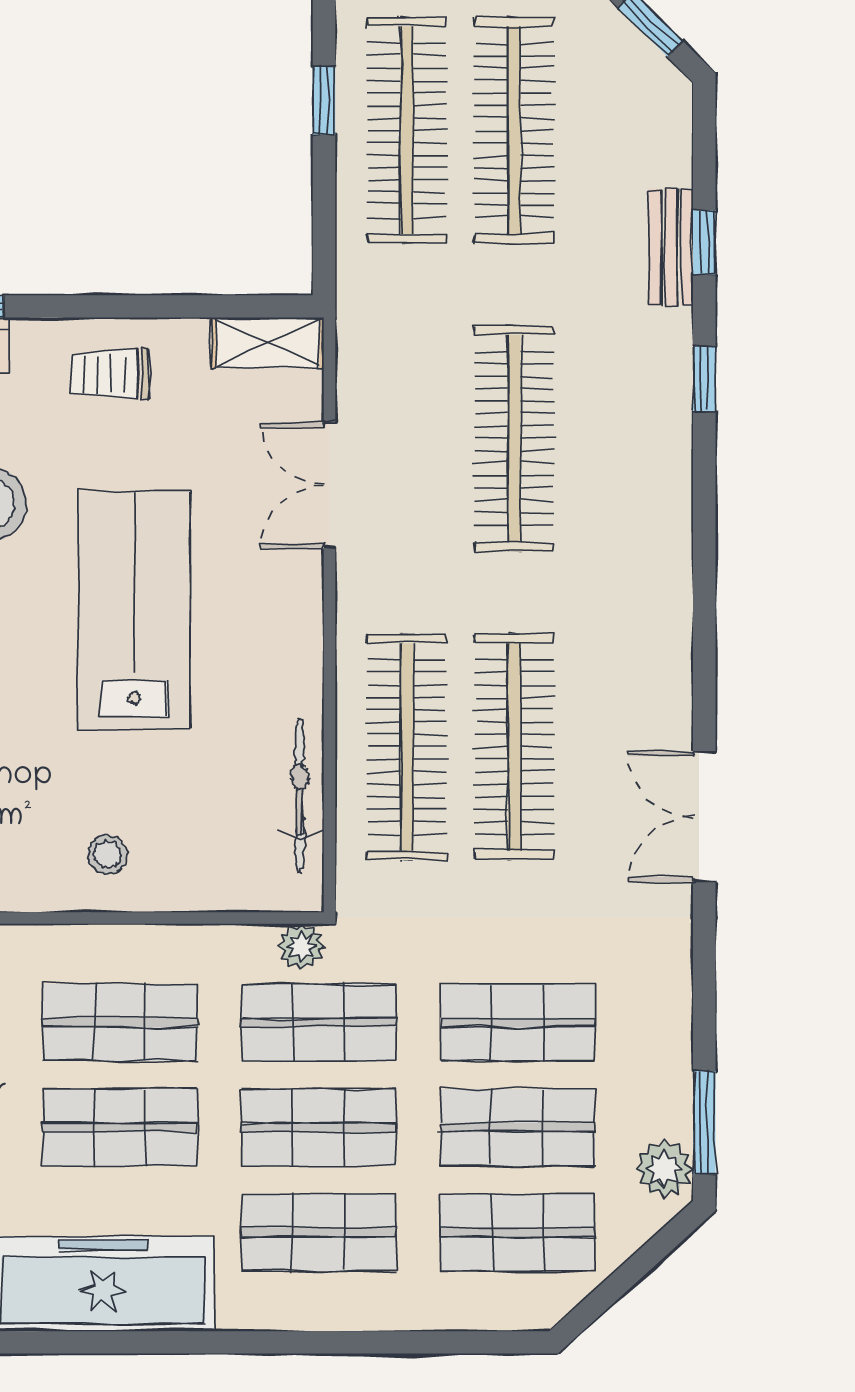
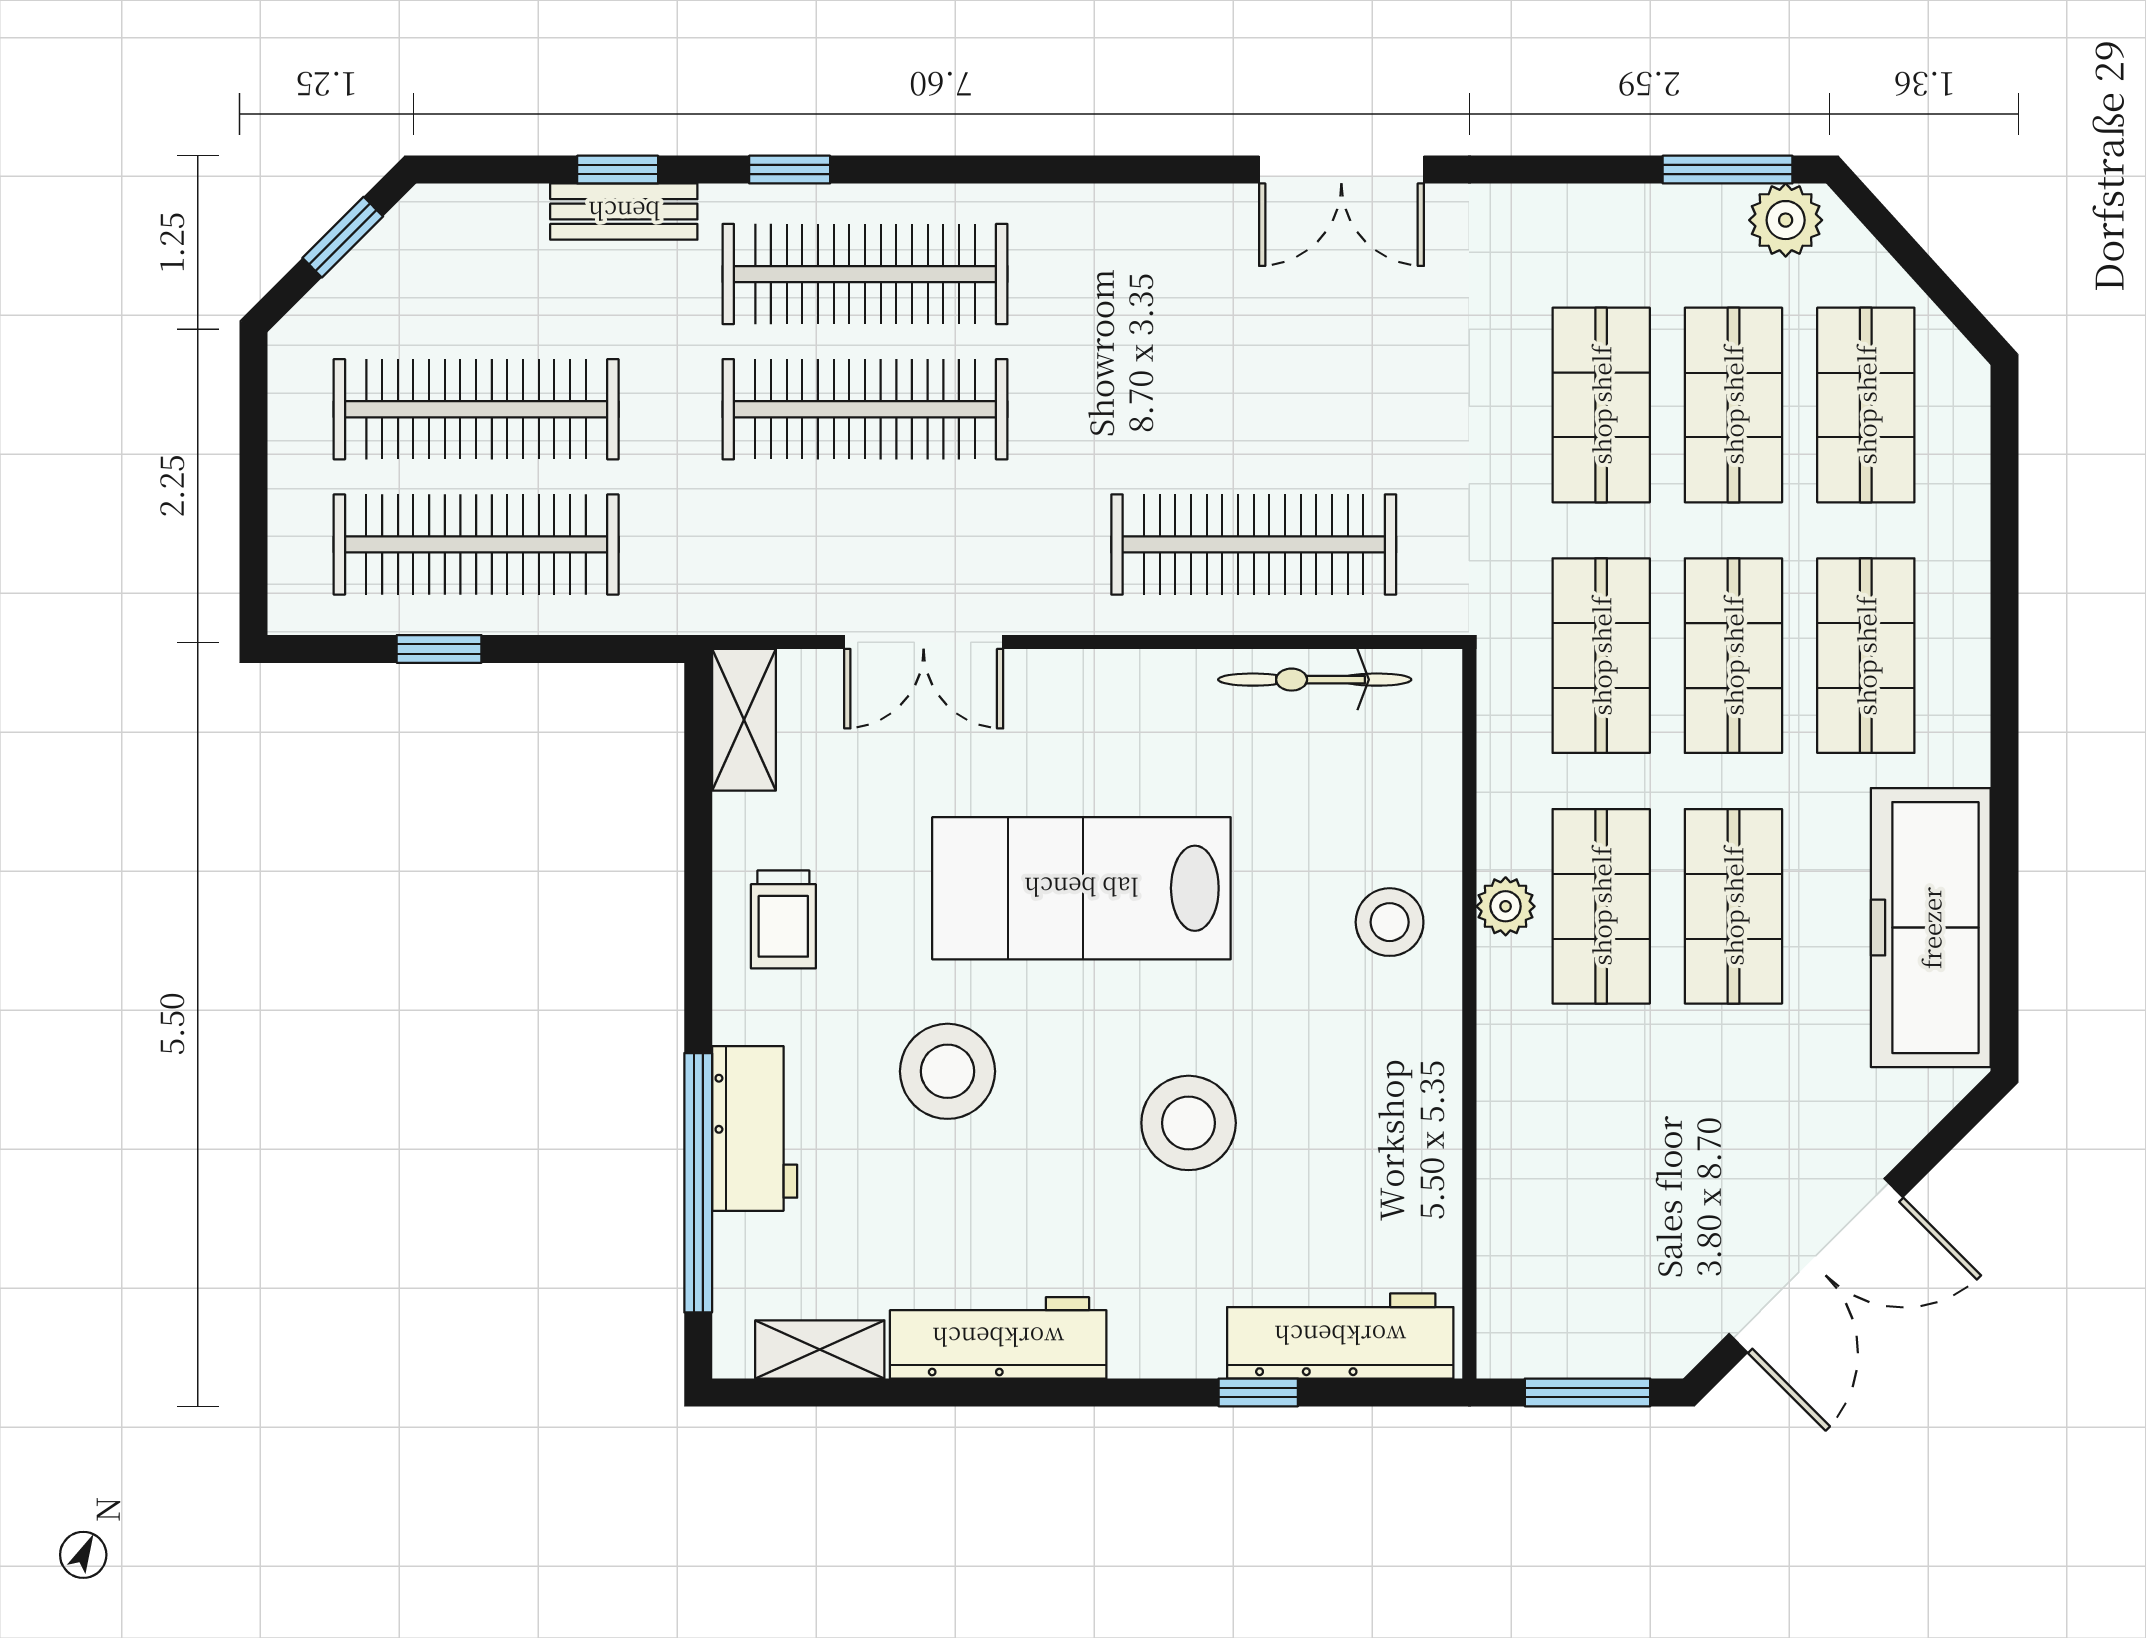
clothes rail: (514, 747) -> (865, 274), moved
stool: (107, 855) -> (1390, 922), width x1.37, depth x1.37
plant: (301, 947) -> (1506, 906), moved

